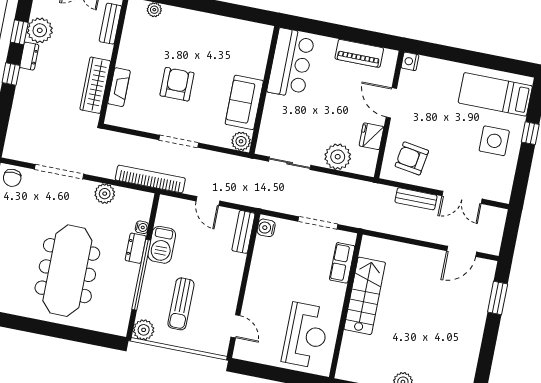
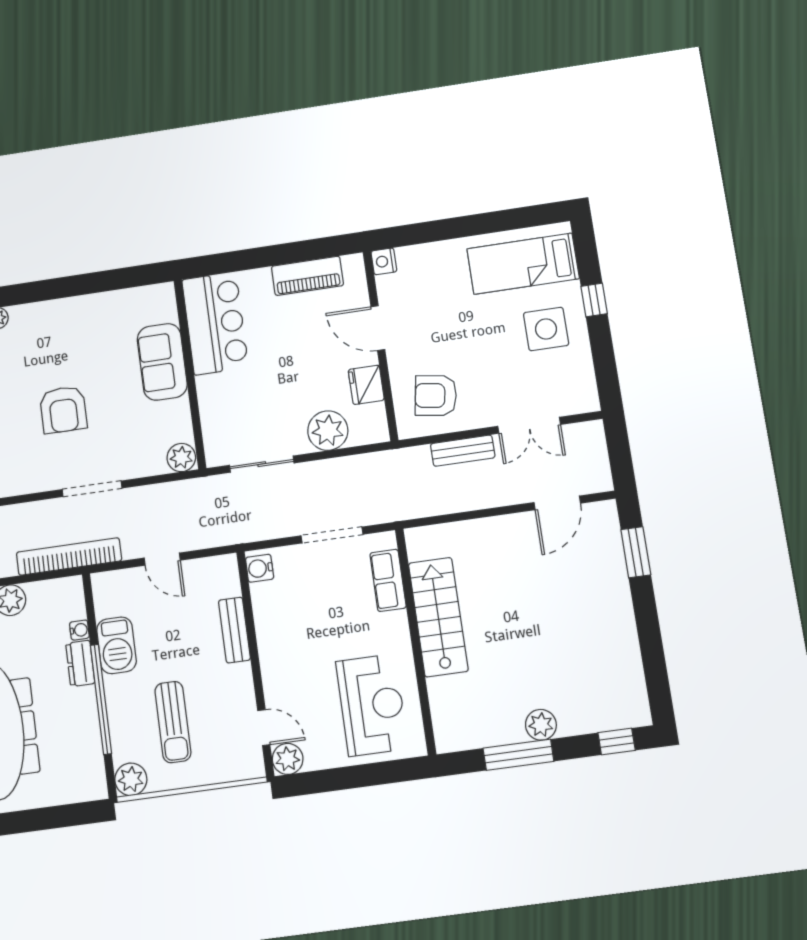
armchair: (177, 84) -> (63, 410), turned 180
sofa: (244, 102) -> (162, 362), moved
bench: (243, 232) -> (234, 630), moved
plant: (243, 350) -> (288, 759), added

